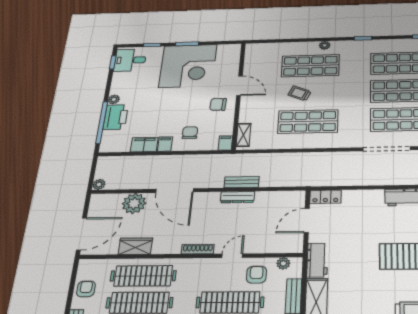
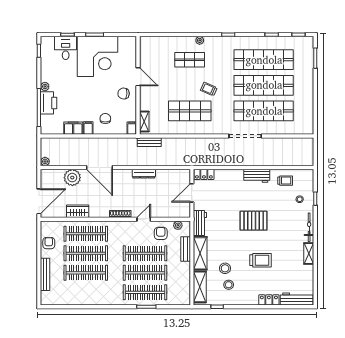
desk: (130, 60) -> (66, 48), moved, turned 90
shop shelf: (310, 66) -> (190, 60), width x0.70, depth x0.74
trolley: (300, 93) -> (209, 89), moved
bench: (242, 182) -> (149, 142), moved

